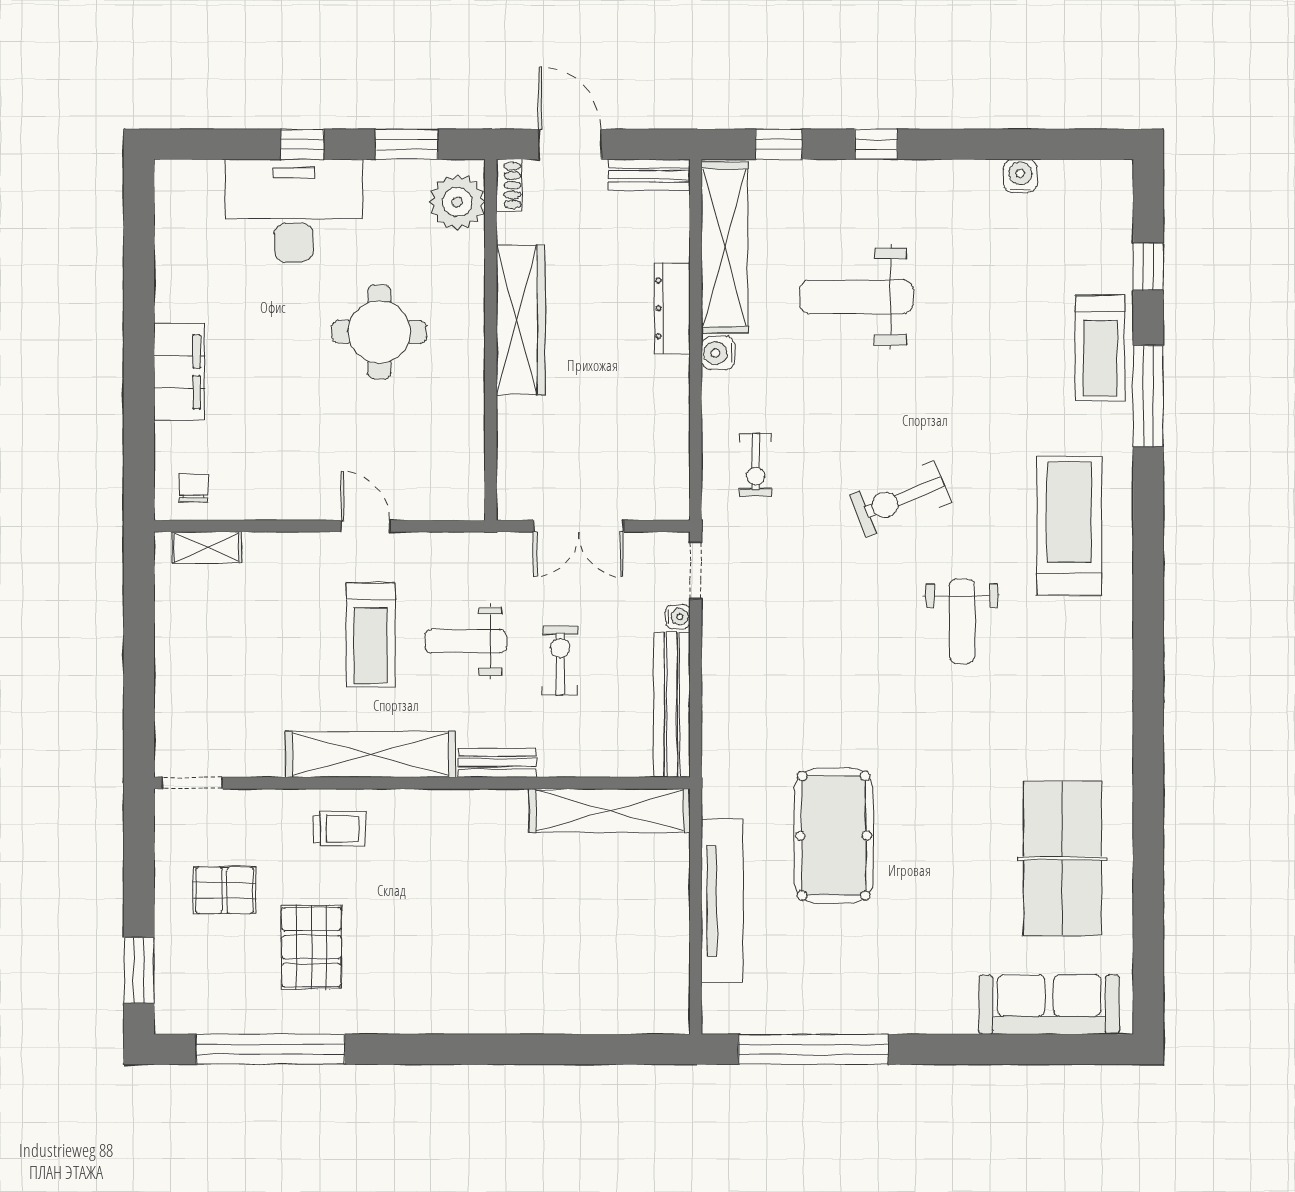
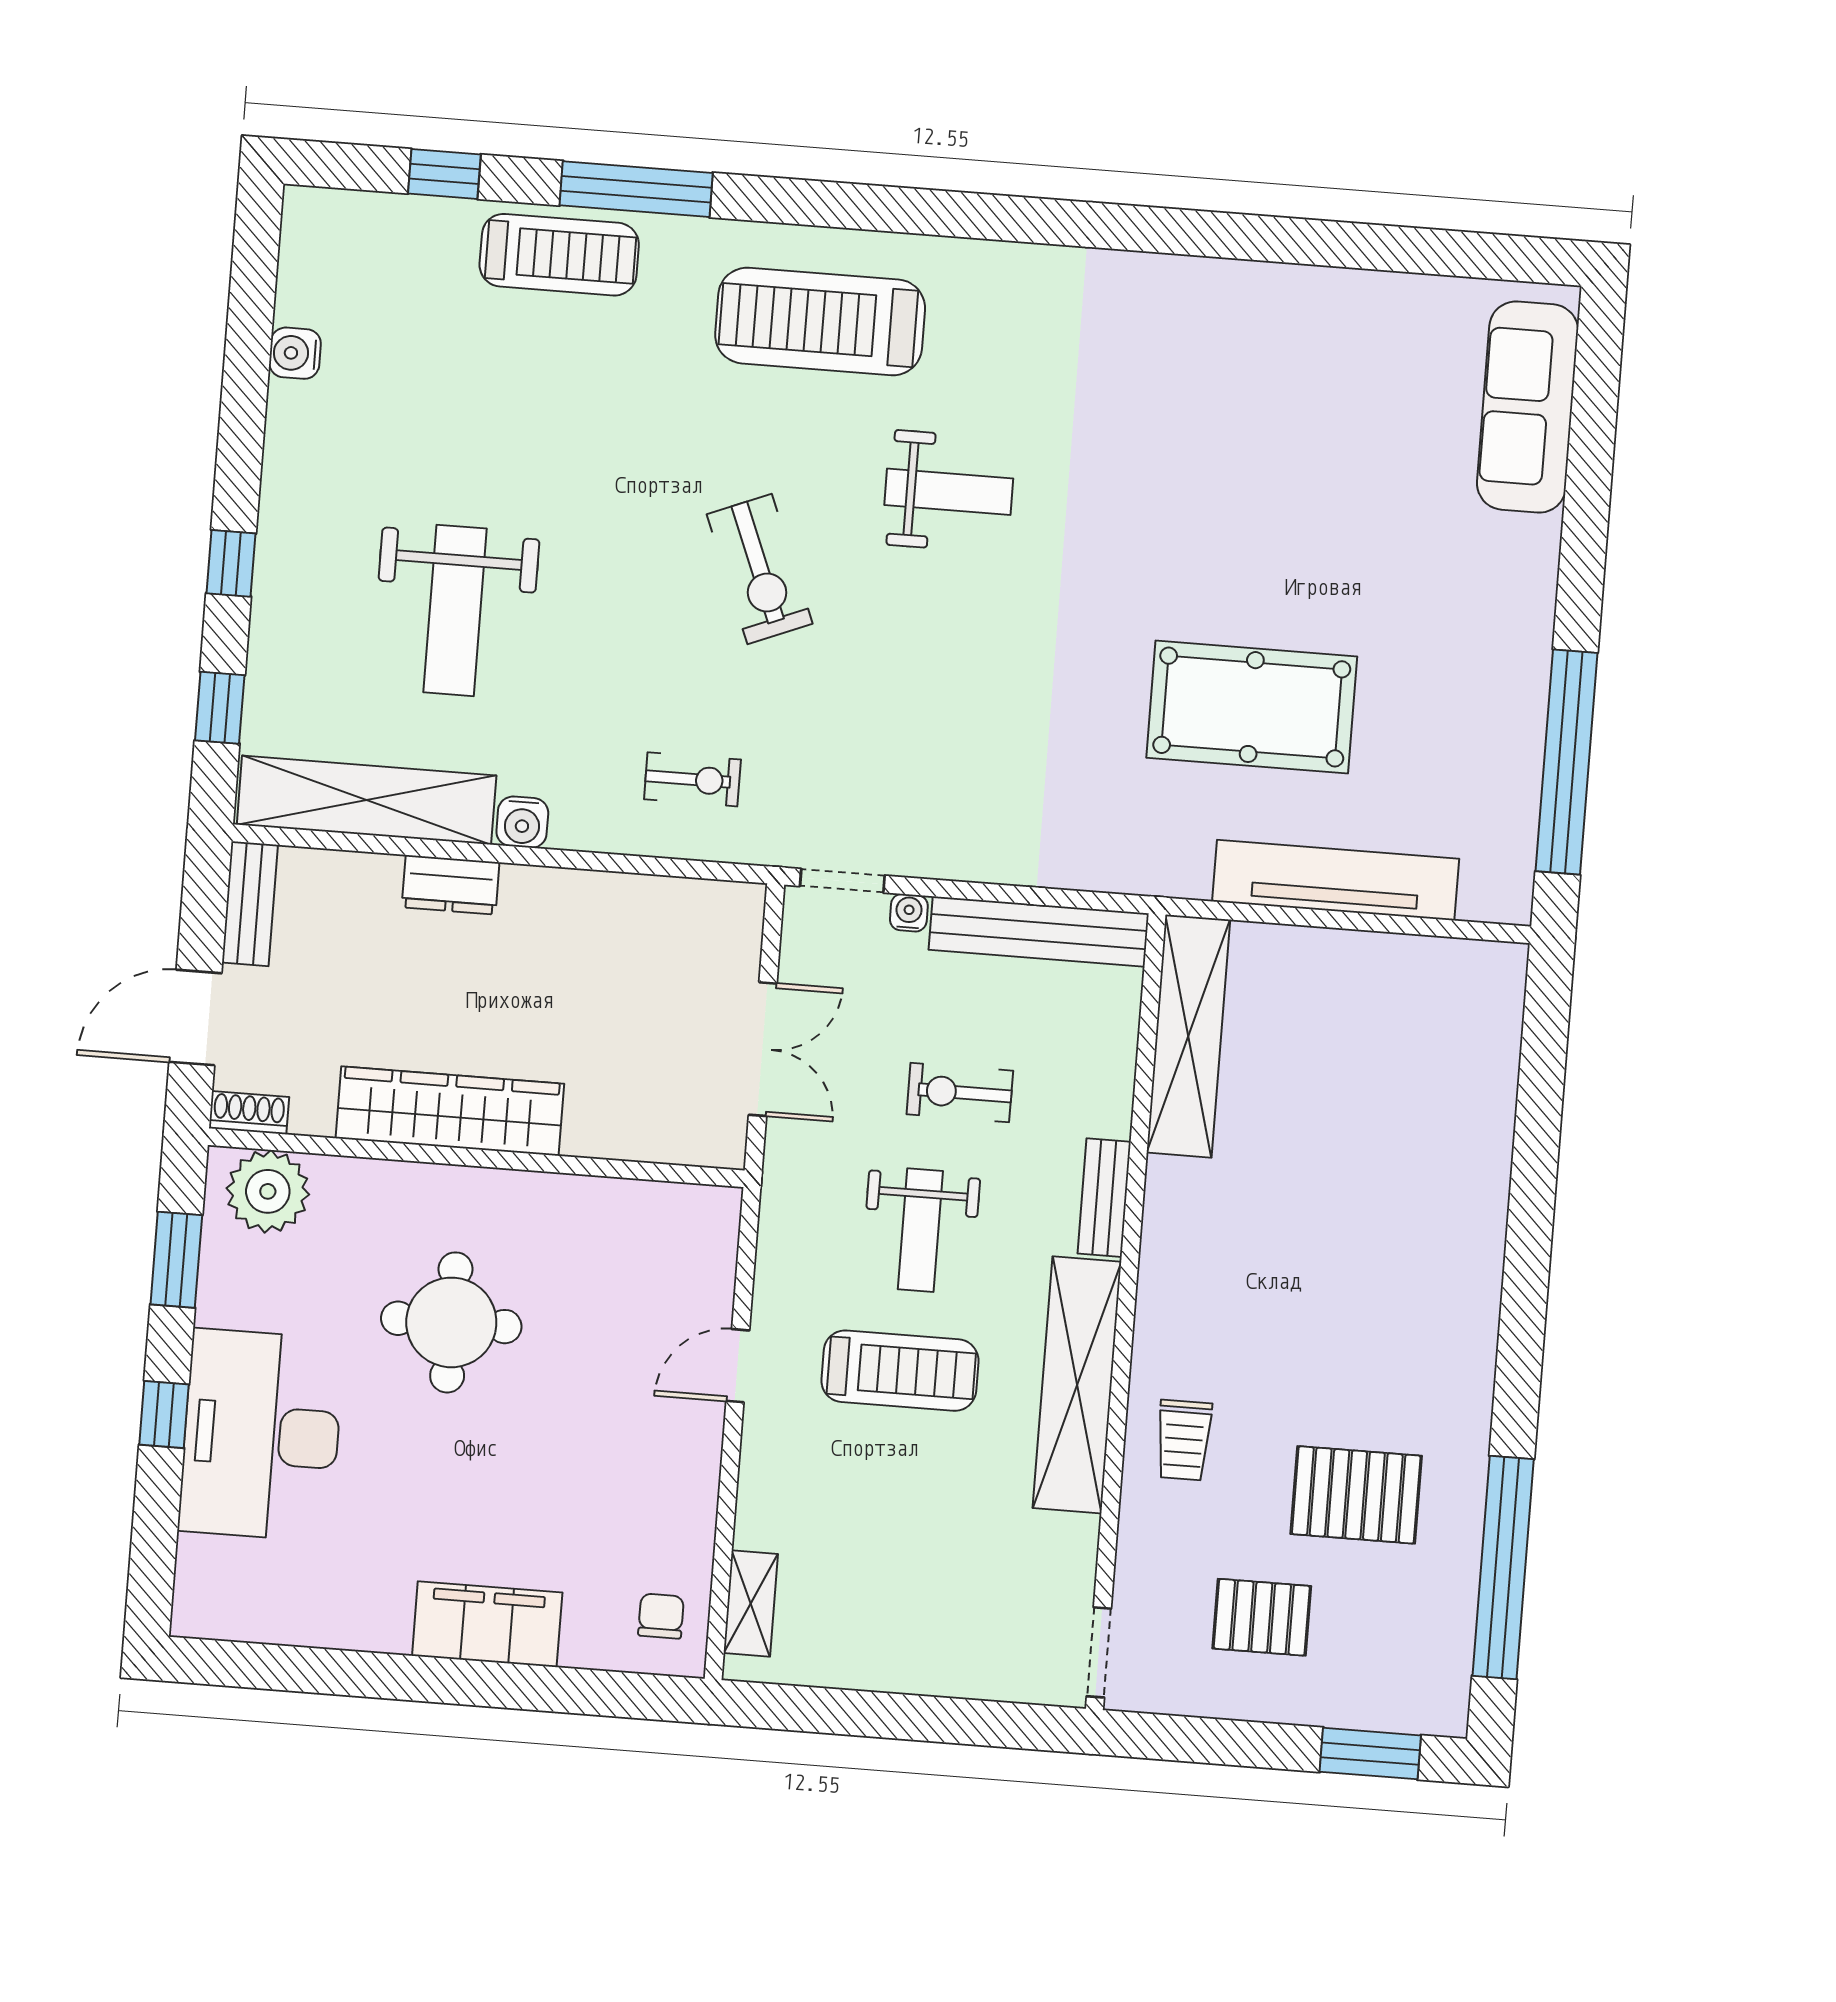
dresser: (672, 308) -> (451, 885), width x0.70
chair: (194, 488) -> (661, 1616), turned 90
trolley: (339, 829) -> (1184, 1440), turned 180
table tennis table: (1062, 858) -> (1312, 371), removed
pallet: (224, 890) -> (1262, 1617), turned 90

